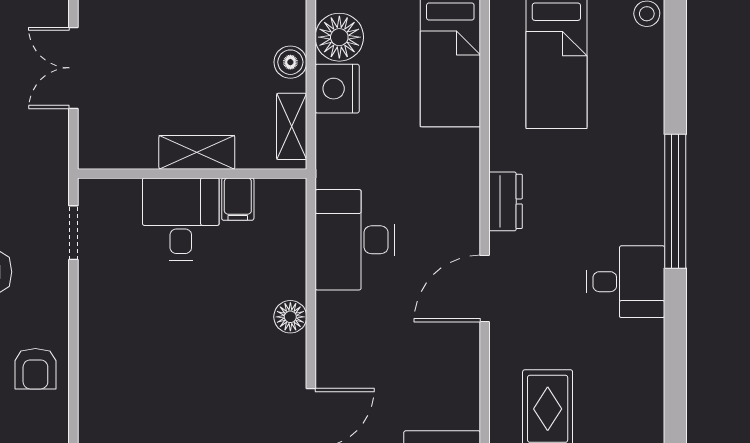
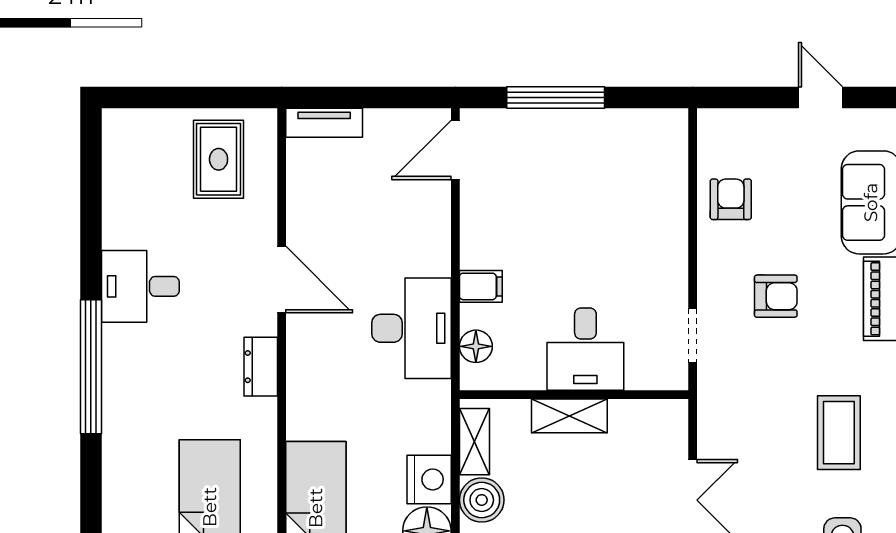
boiler: (290, 62) -> (482, 500), width x1.36, depth x1.36
filing cabinet: (238, 199) -> (481, 286), moved, turned 90
door: (485, 289) -> (282, 280), hinge flipped
floor lamp: (290, 317) -> (476, 346), moved

